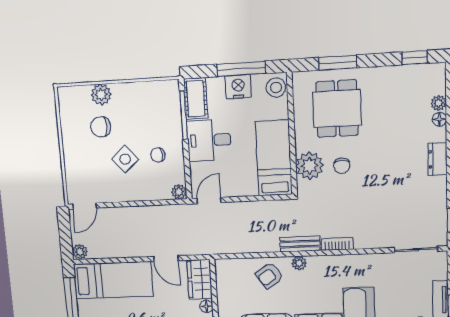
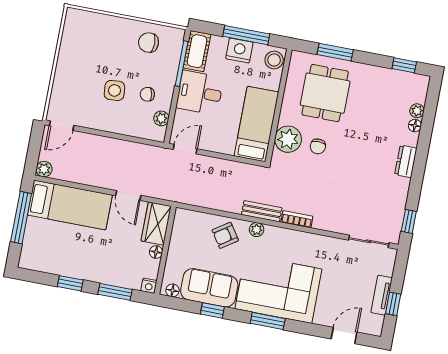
plant: (101, 95) -> (108, 25), removed
chair: (101, 127) -> (149, 43), moved
side table: (125, 159) -> (114, 90), turned 37
plant: (179, 192) -> (161, 118), moved

